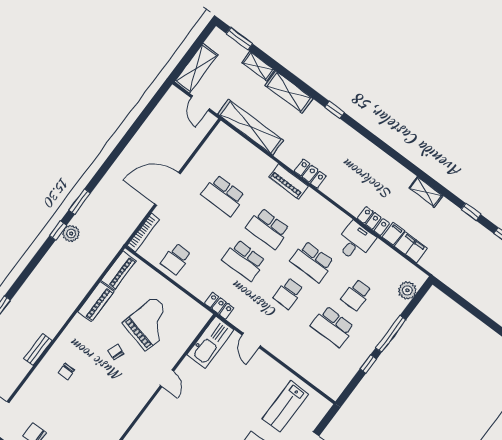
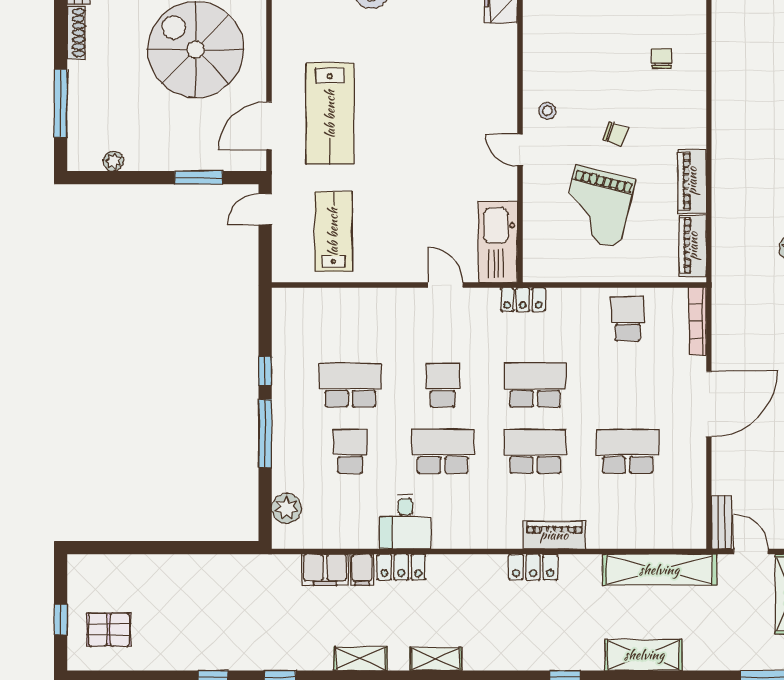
shelving: (258, 66) -> (436, 659), moved
bench: (38, 350) -> (722, 522), moved
stool: (140, 387) -> (547, 111), added

